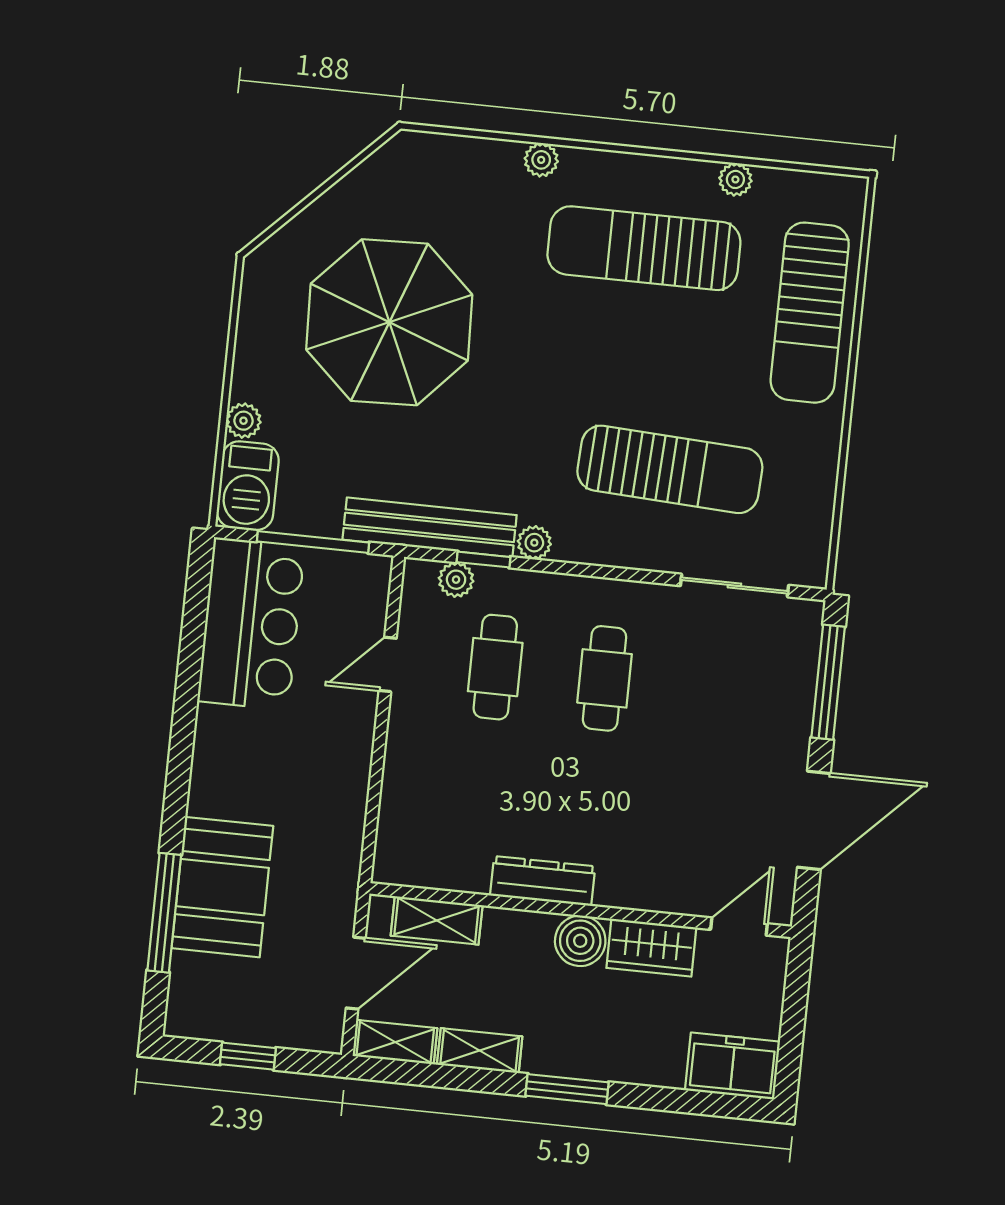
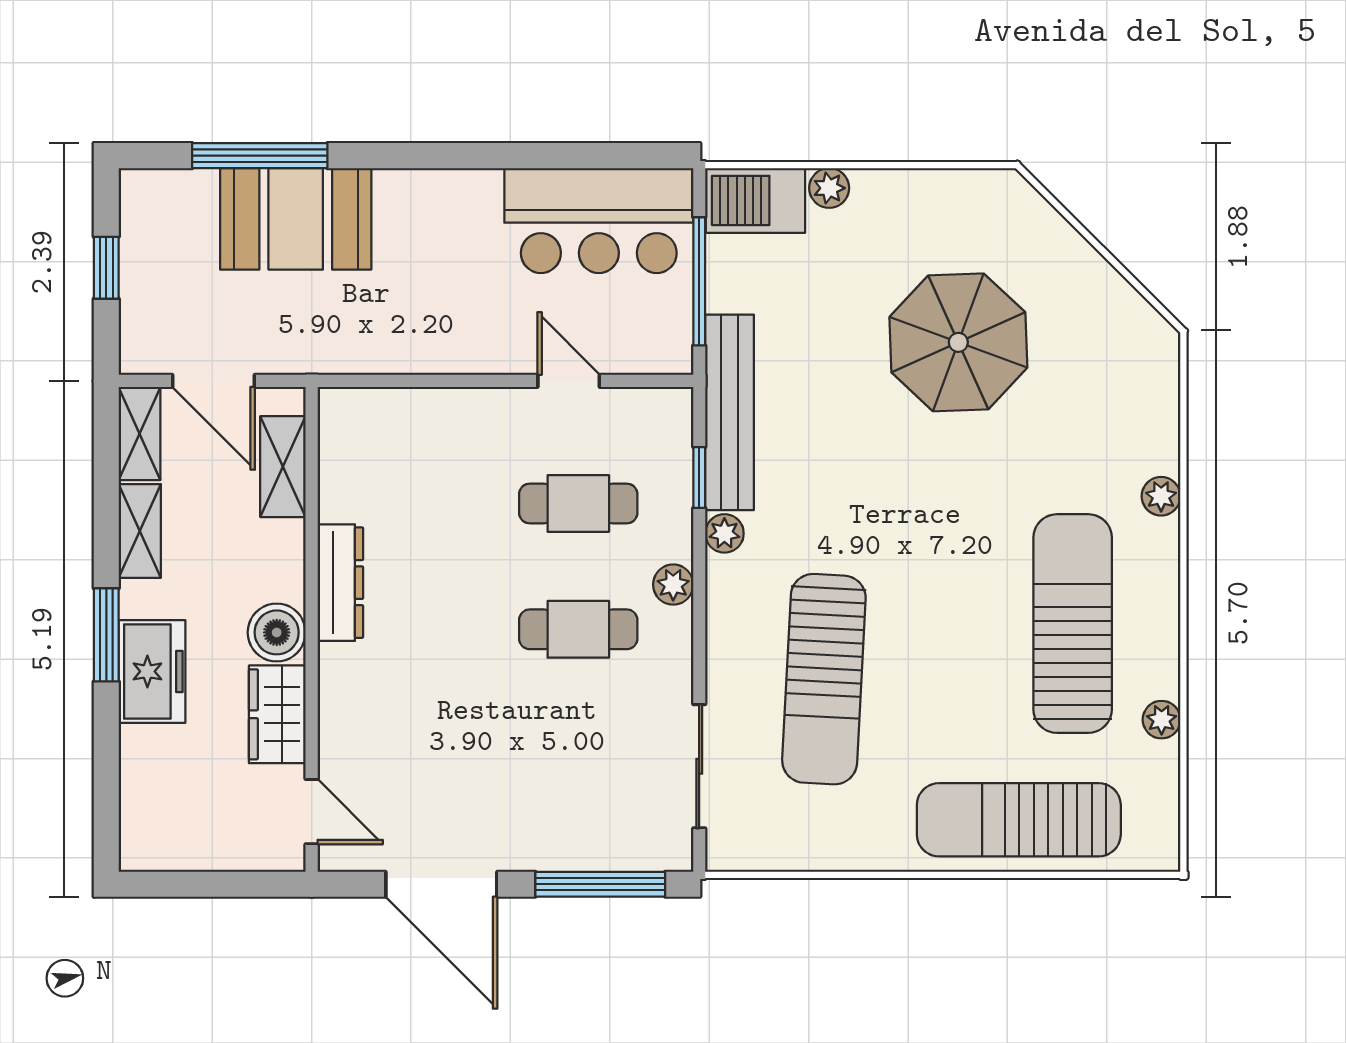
parasol: (389, 322) -> (958, 342), width x0.73, depth x0.73
plant: (456, 580) -> (673, 585), moved
freezer: (732, 1066) -> (152, 671), moved

